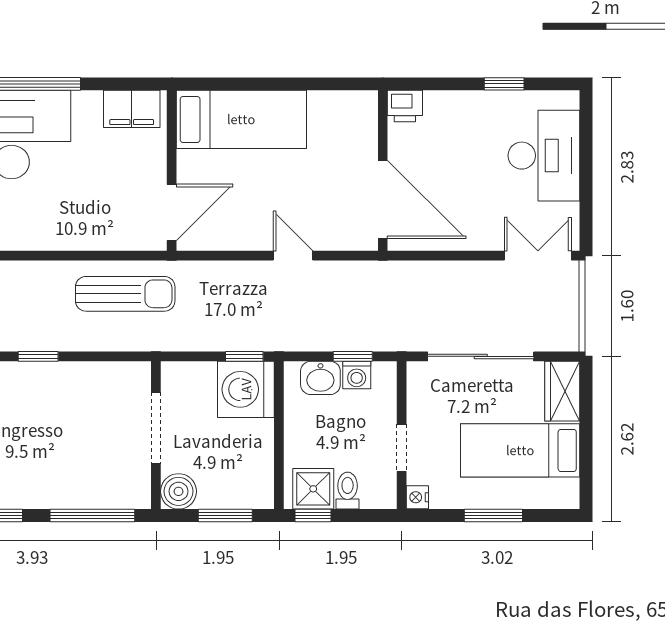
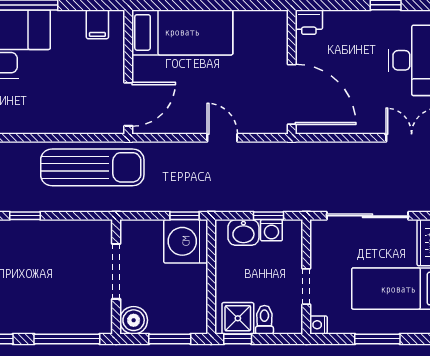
filing cabinet: (132, 109) -> (97, 24), width x0.50
sun lounger: (125, 294) -> (92, 167), width x1.36, depth x1.34

